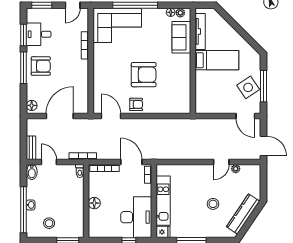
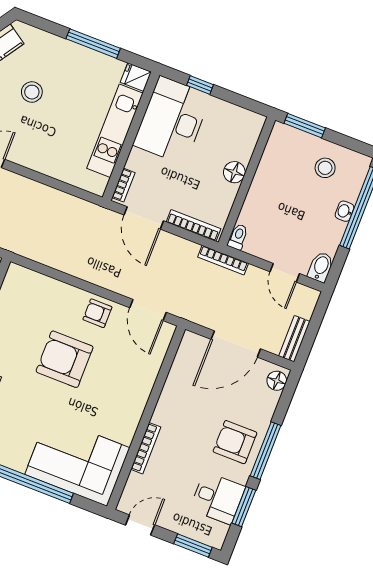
bench: (31, 148) -> (294, 339), moved

